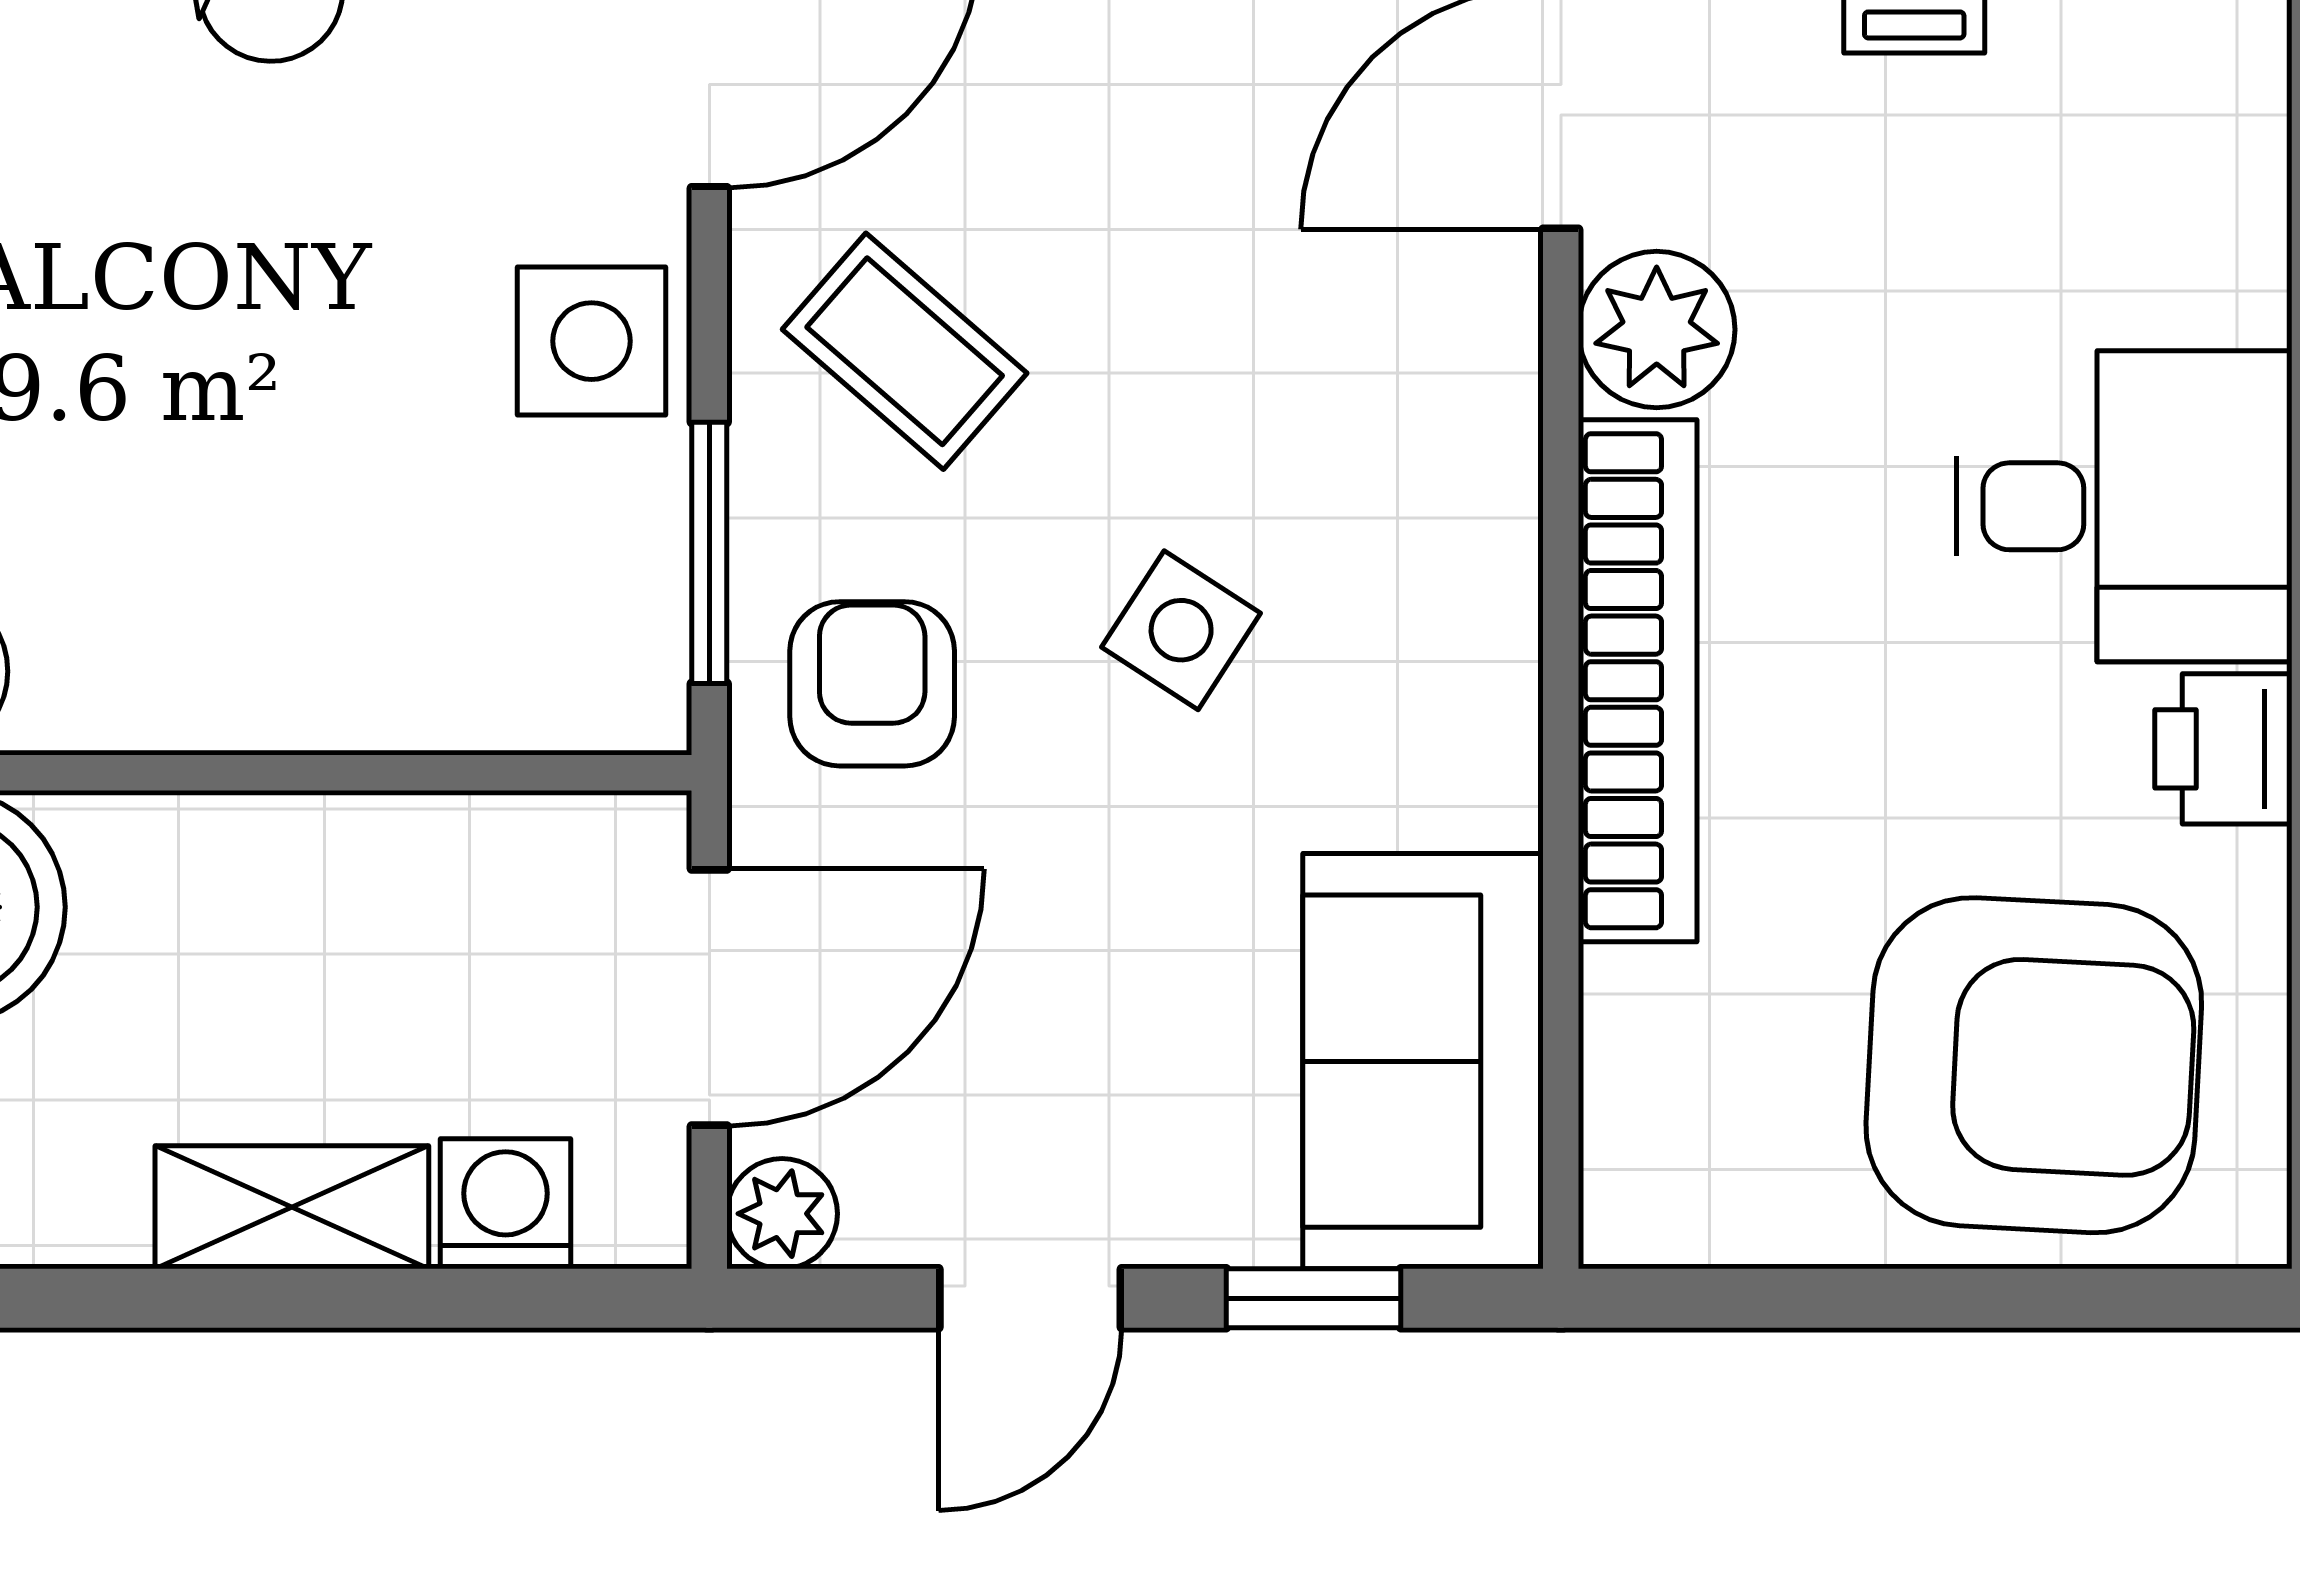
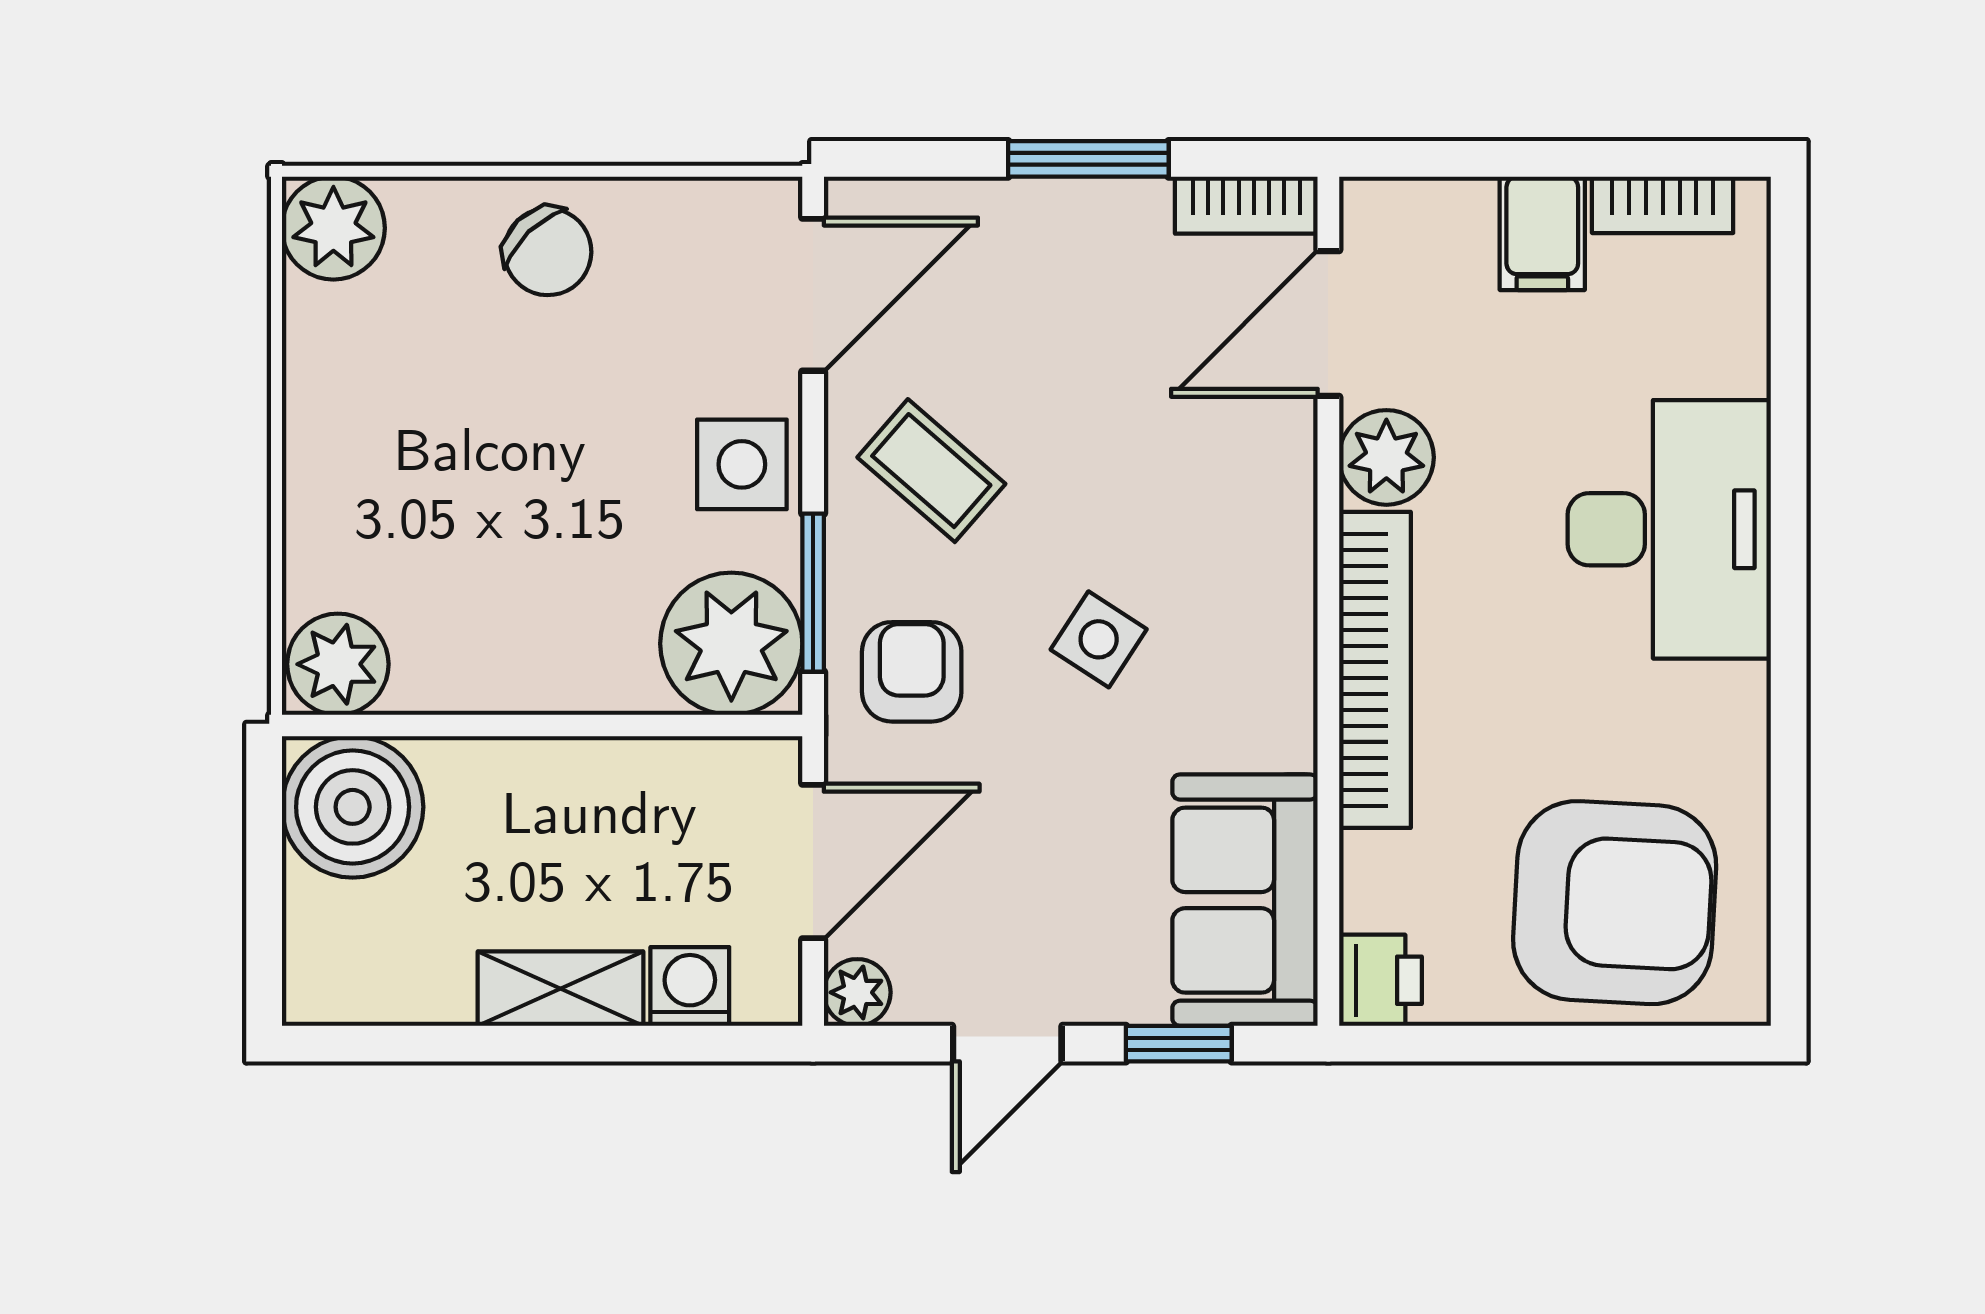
desk: (2124, 506) -> (1669, 529), width x1.37
plant: (574, 637) -> (731, 644), added
printer: (2223, 749) -> (1380, 980), moved, turned 180

